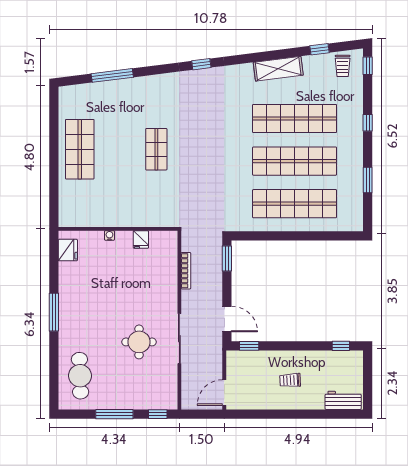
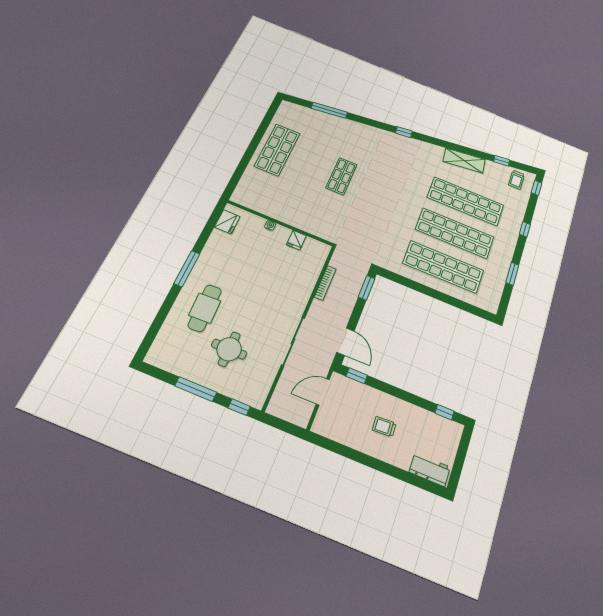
round table: (139, 342) -> (229, 349), moved
cafe table: (80, 376) -> (205, 308), moved
door: (224, 393) -> (323, 392), moved

